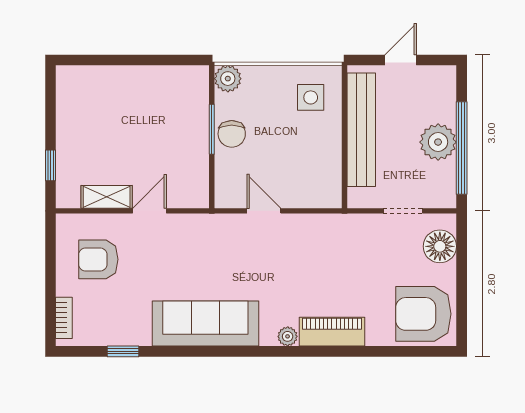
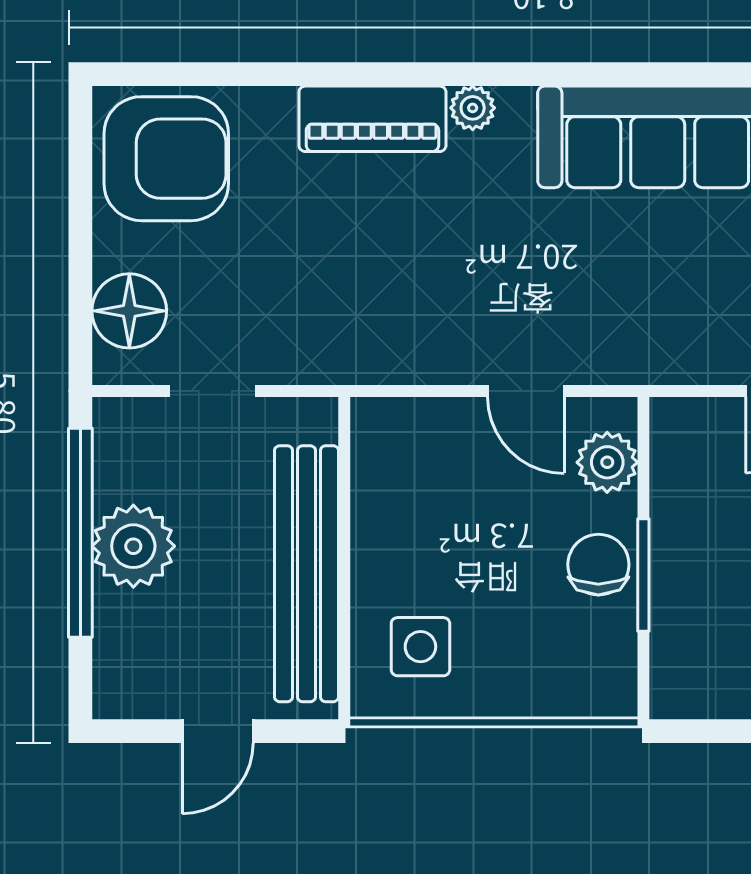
plant: (228, 79) -> (607, 462), moved

